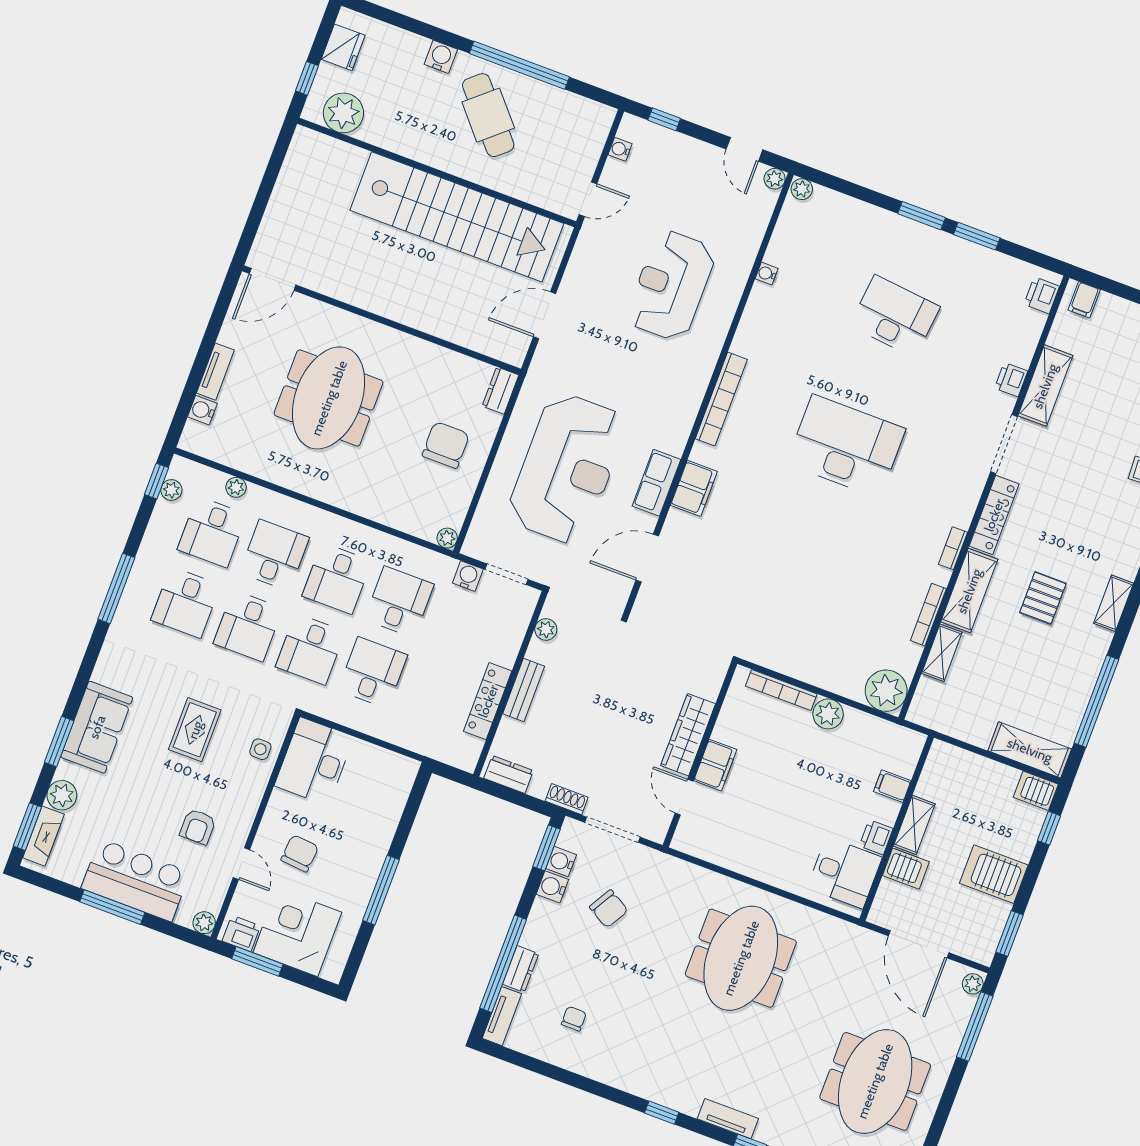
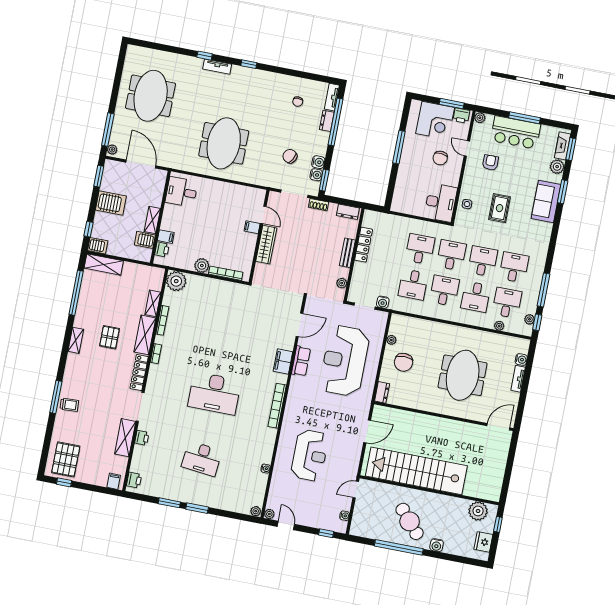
plant: (447, 538) -> (391, 340), moved
window: (116, 588) -> (544, 290), moved
desk: (373, 673) -> (420, 249), turned 180
filing cabinet: (715, 765) -> (252, 227), width x0.50
printer: (876, 837) -> (162, 249), moved
server rack: (906, 869) -> (145, 240), moved

